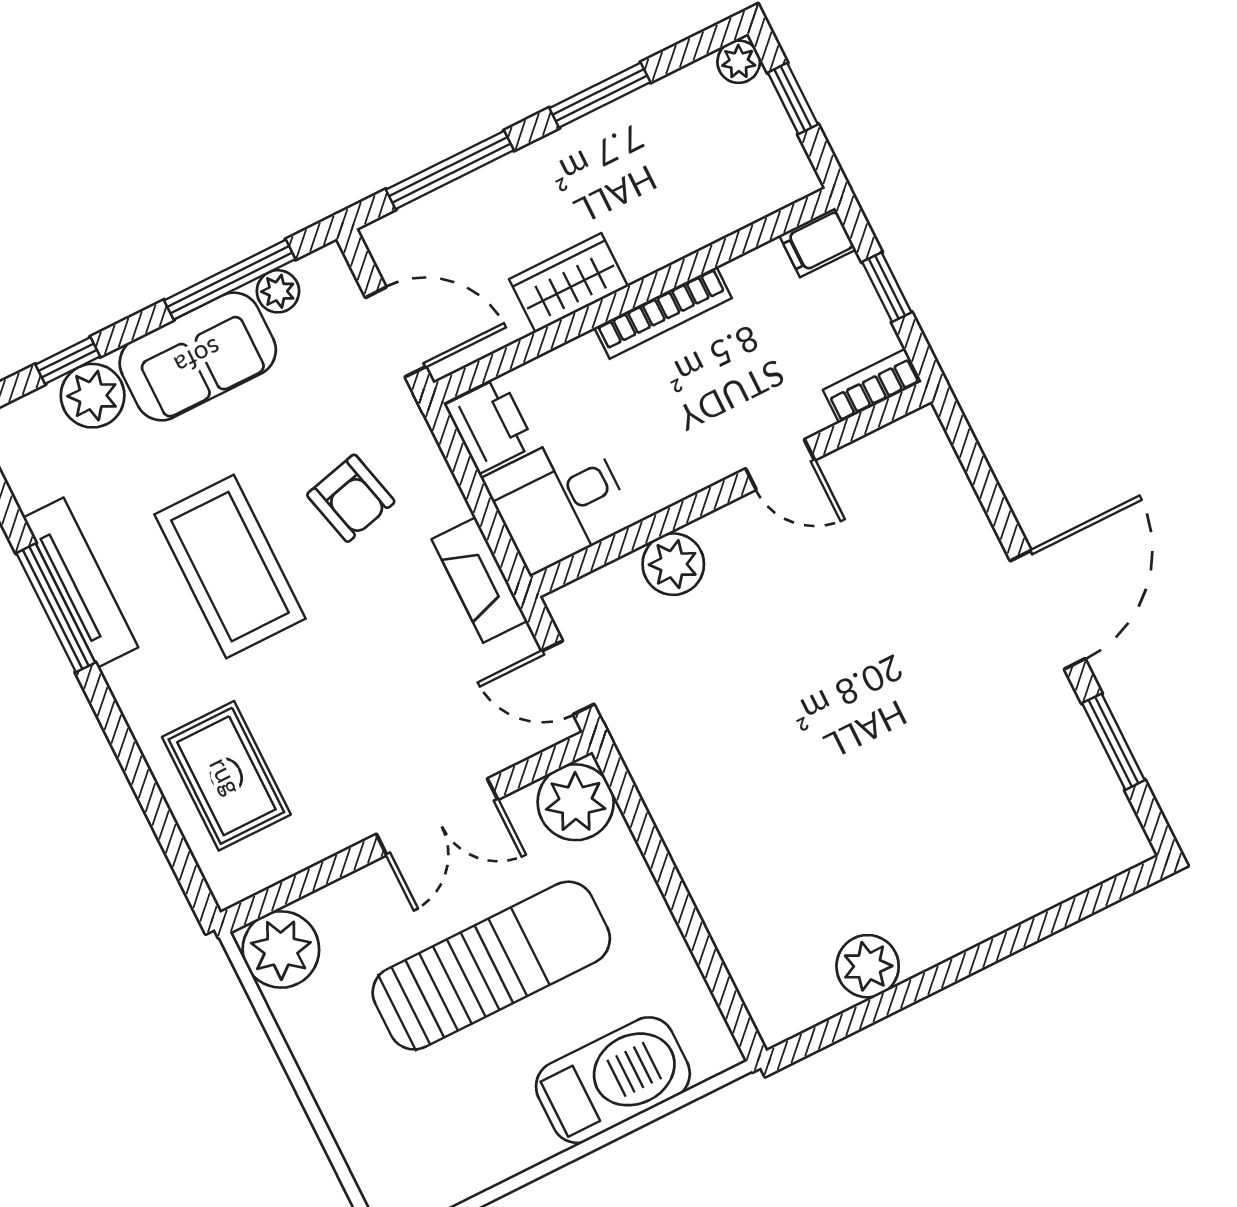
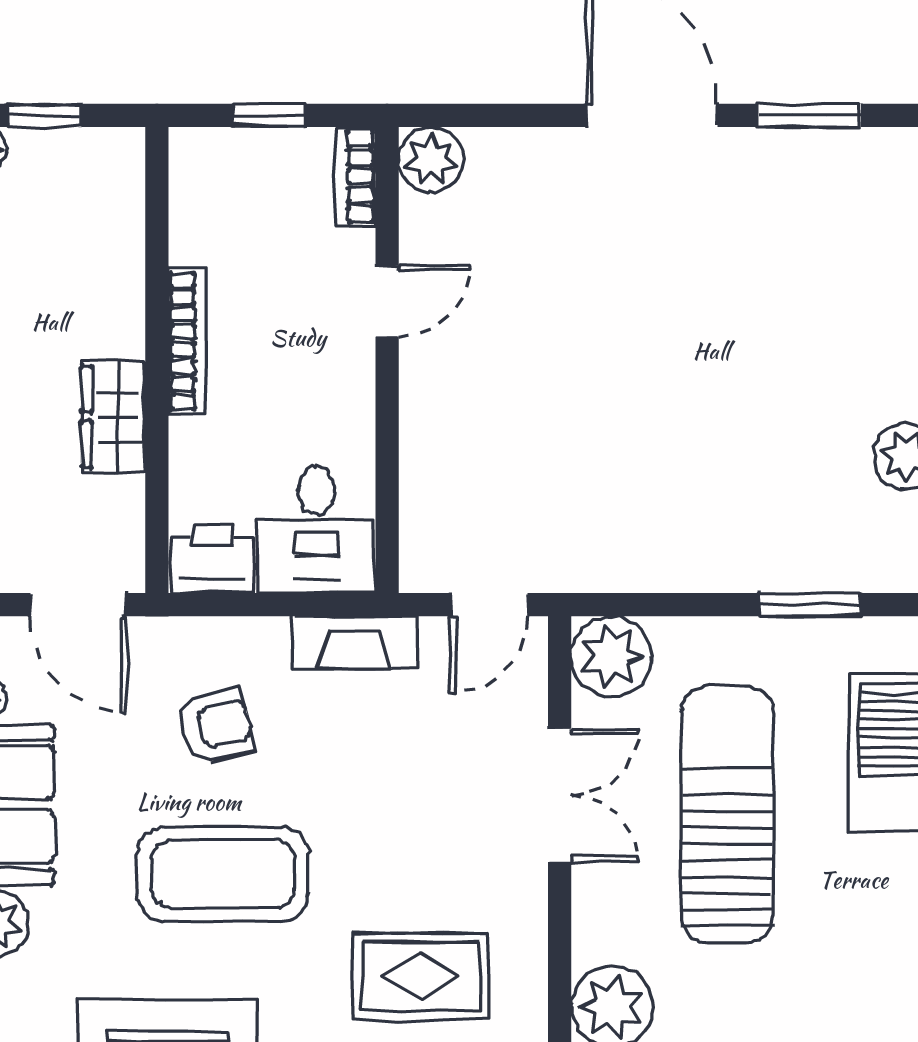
filing cabinet: (818, 242) -> (193, 160), removed
door: (396, 332) -> (78, 605), swing flipped
plant: (673, 564) -> (431, 160), moved
window: (702, 947) -> (810, 605), added

